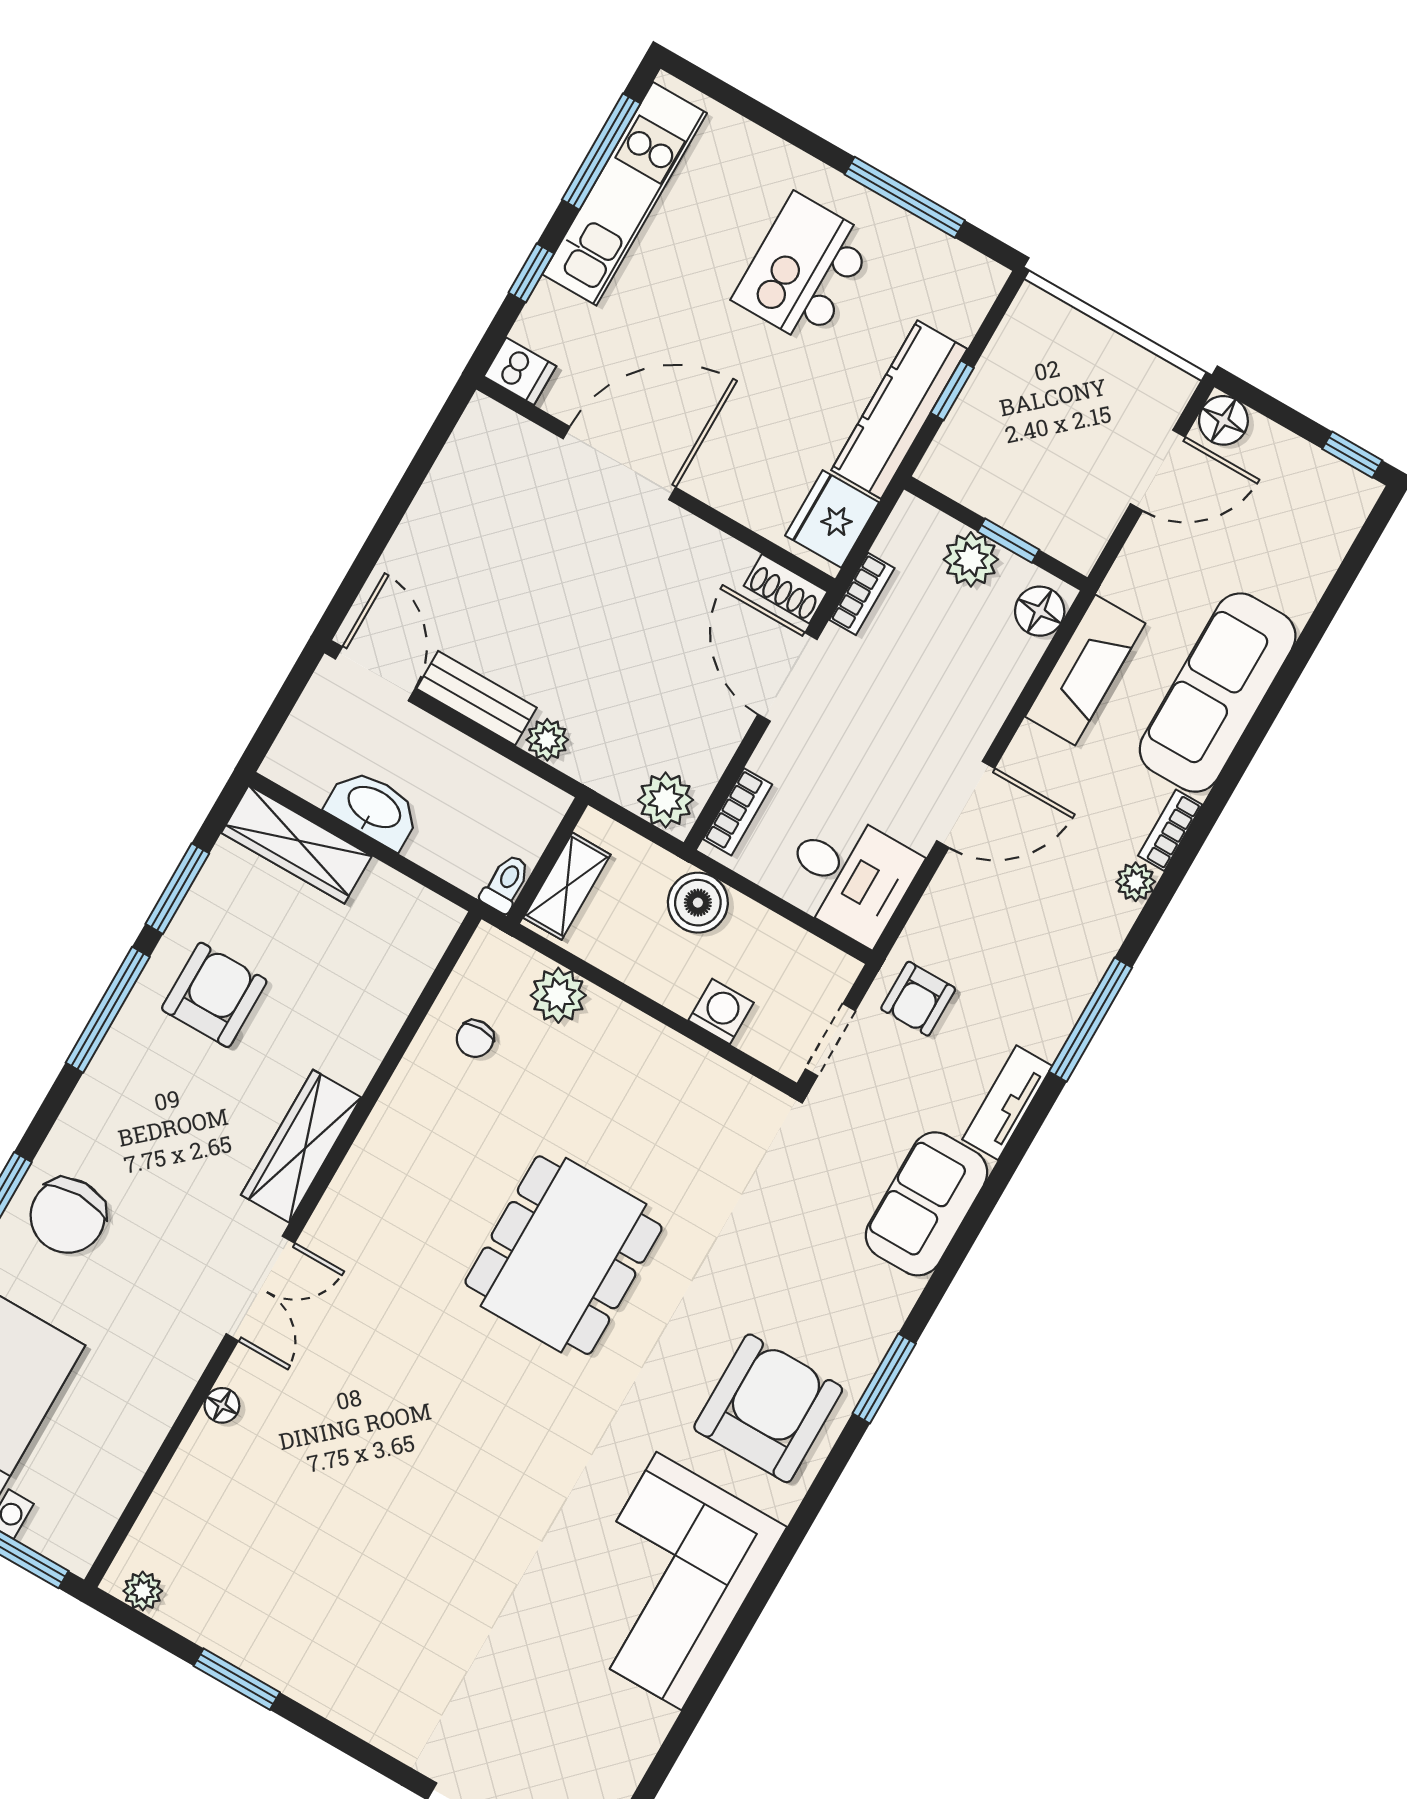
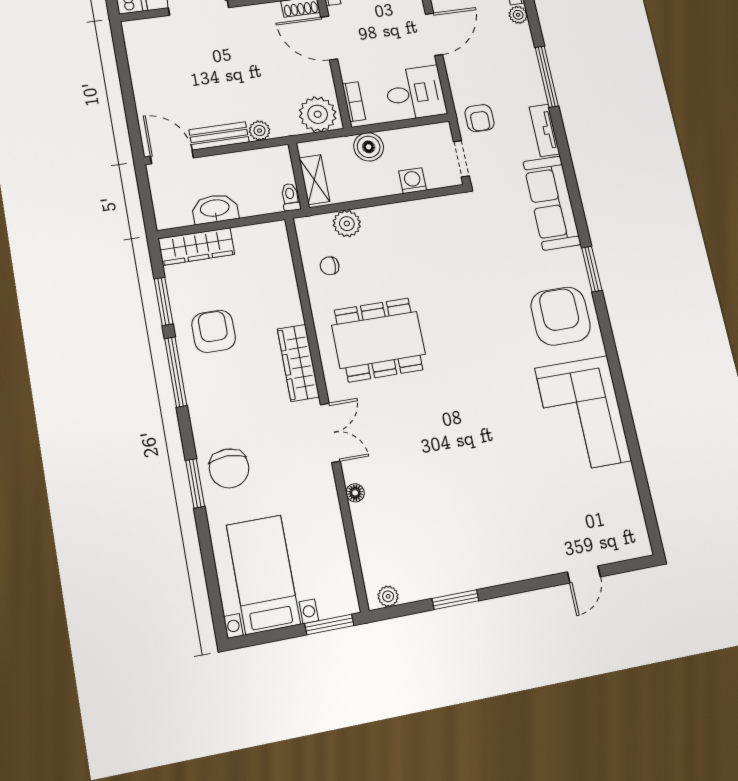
plant: (666, 800) -> (318, 114), width x1.36, depth x1.36
chair: (475, 1039) -> (330, 266), turned 90
sofa: (927, 1204) -> (552, 203), width x1.36
dining table: (563, 1255) -> (379, 340), moved, turned 90

